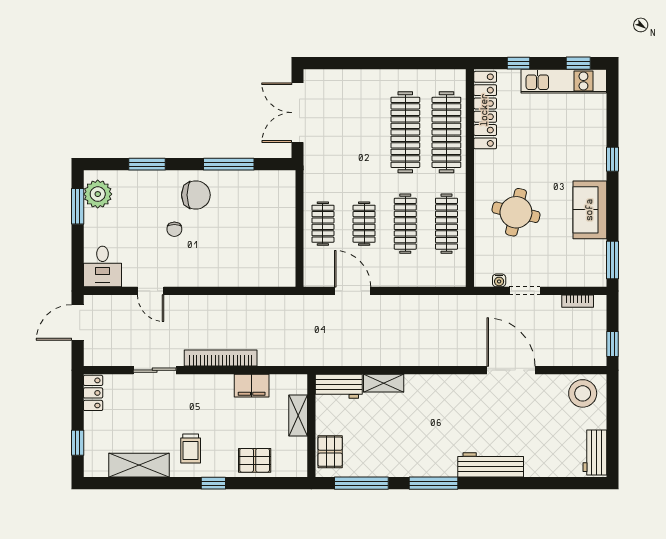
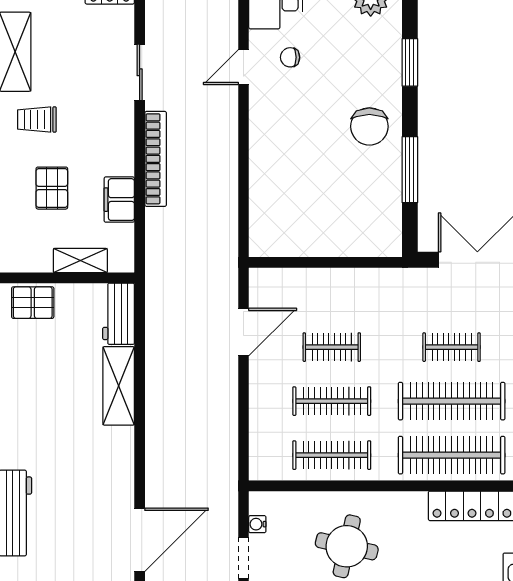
clothes rail: (323, 224) -> (452, 347), moved
chair: (174, 229) -> (290, 57), moved
shelving: (384, 383) -> (119, 386), width x1.50, depth x1.33
pallet: (255, 460) -> (52, 188), moved

